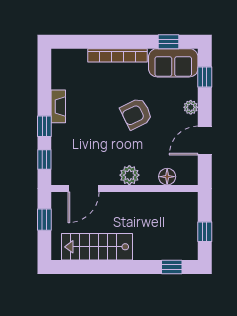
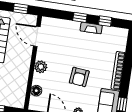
armchair: (136, 114) -> (79, 77), turned -148
window: (44, 160) -> (105, 21), moved

